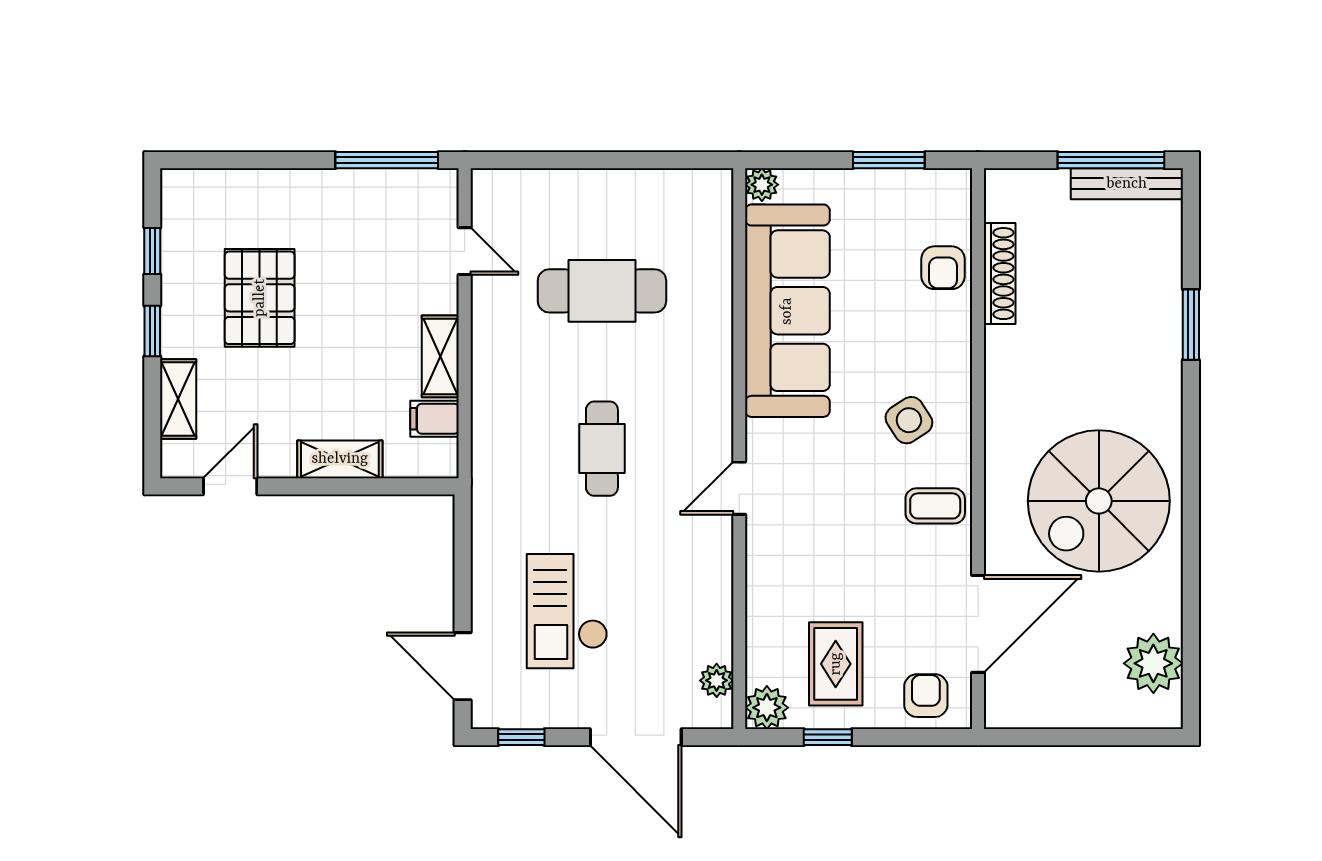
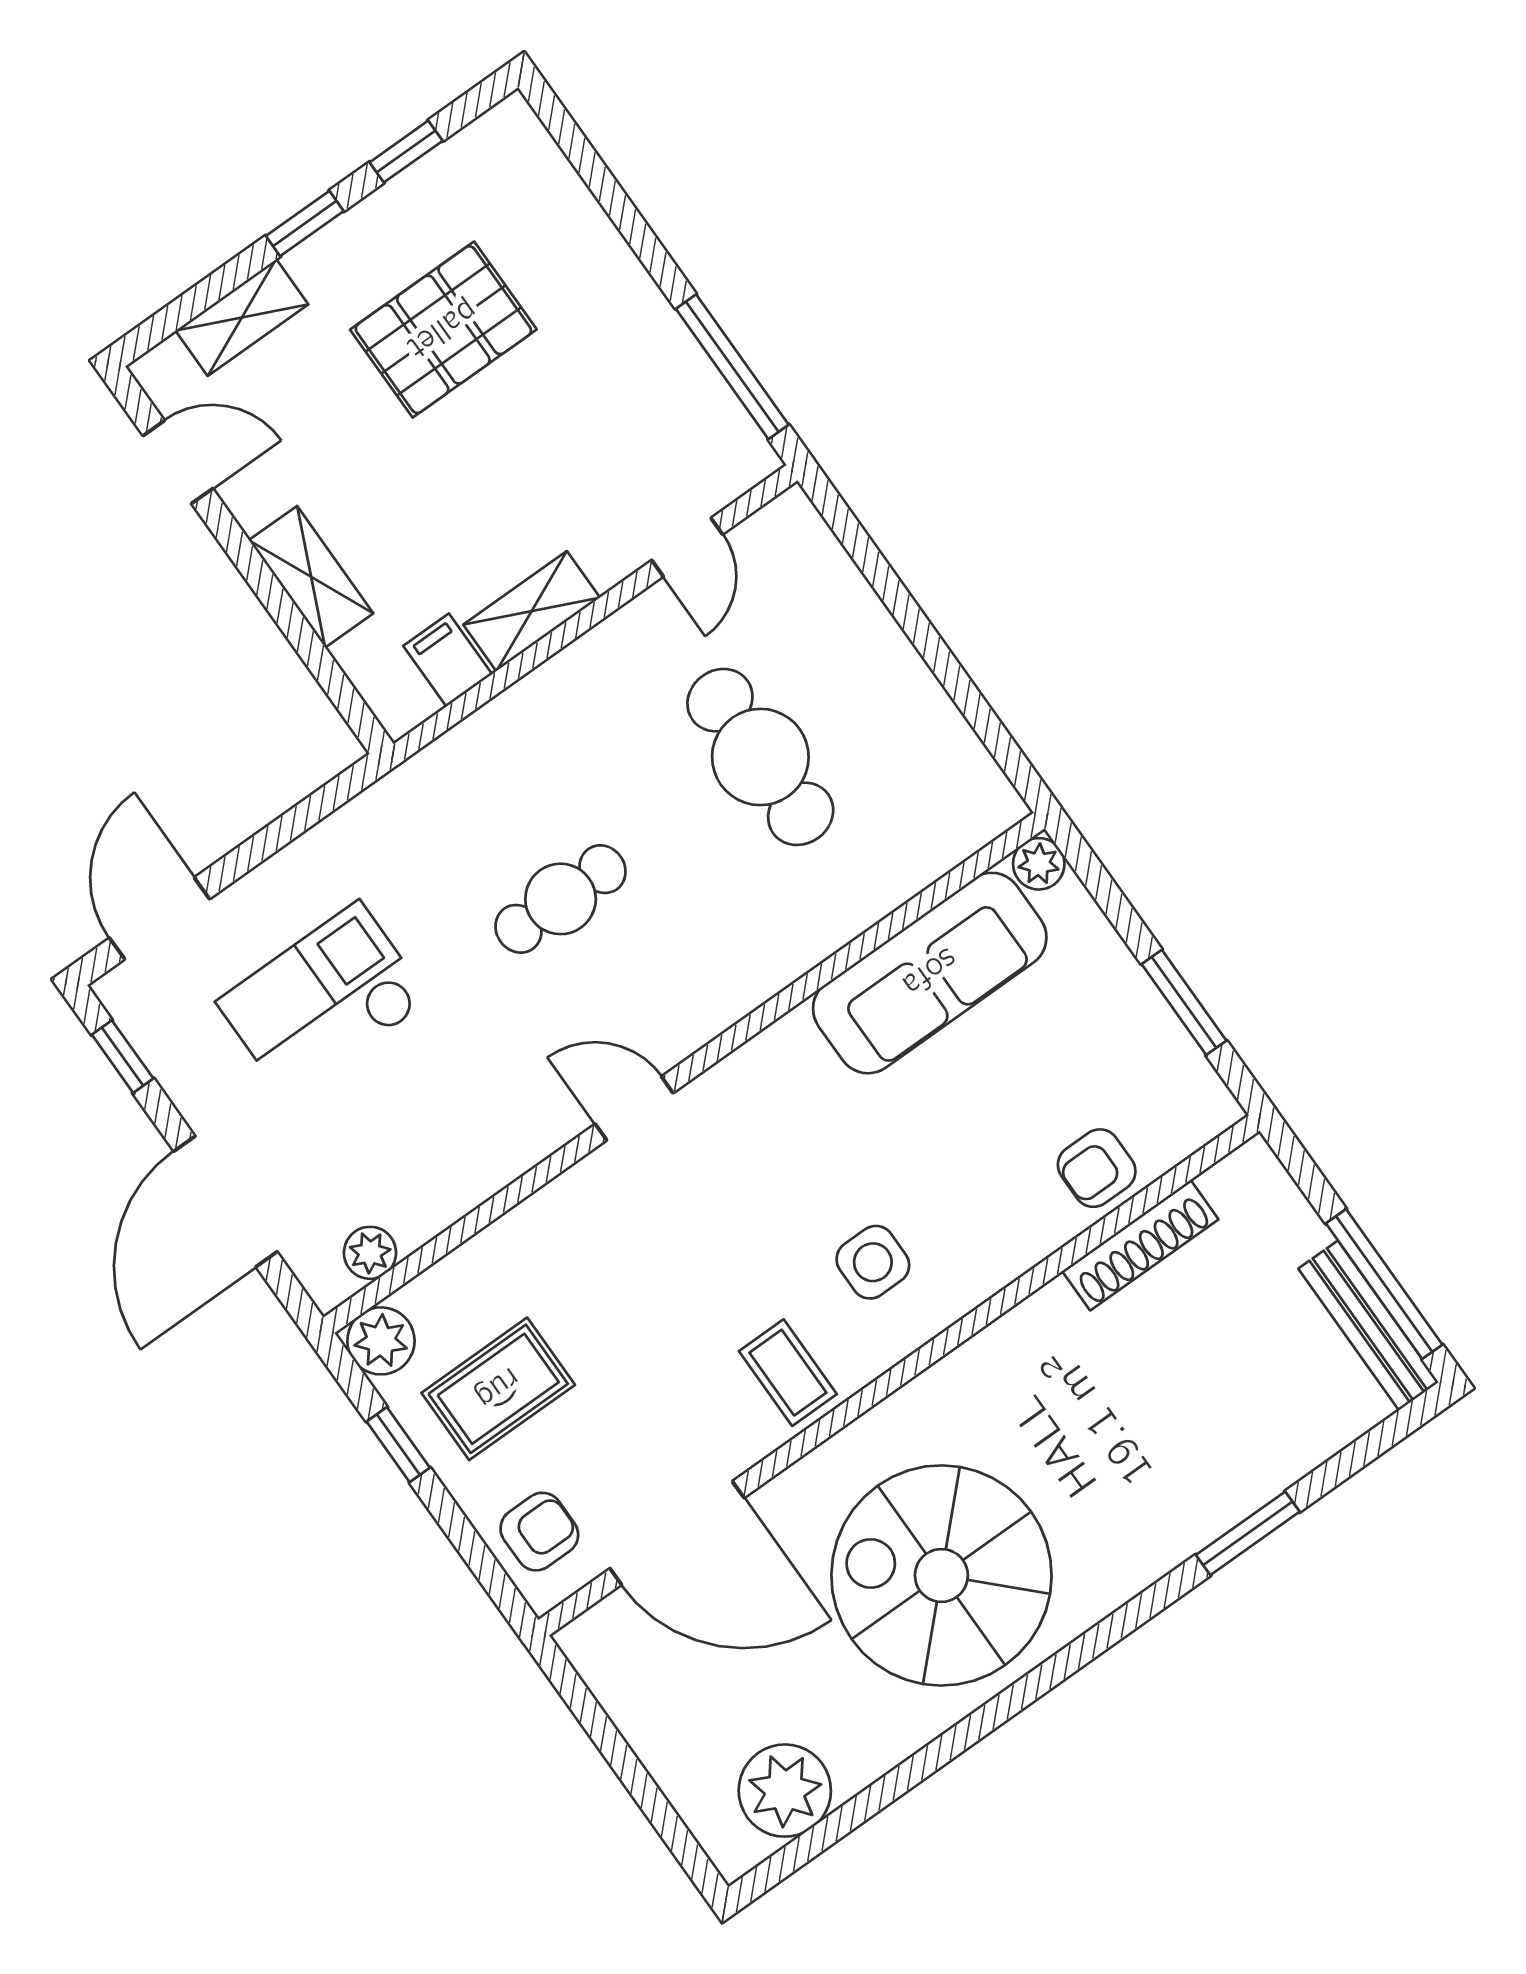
sofa: (787, 311) -> (930, 973), width x0.74, depth x0.79
side table: (909, 420) -> (873, 1262), turned 33

